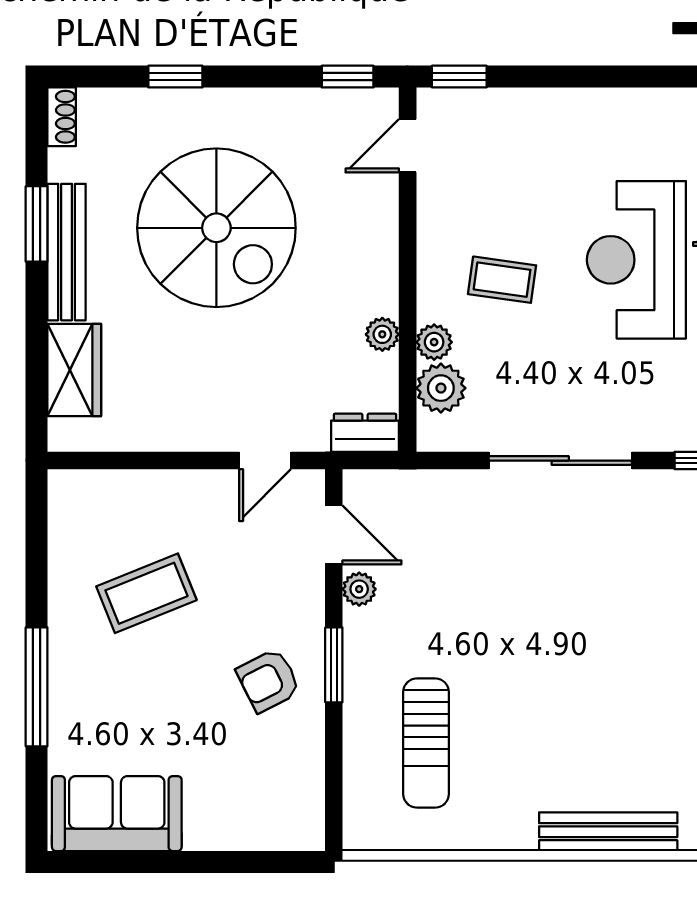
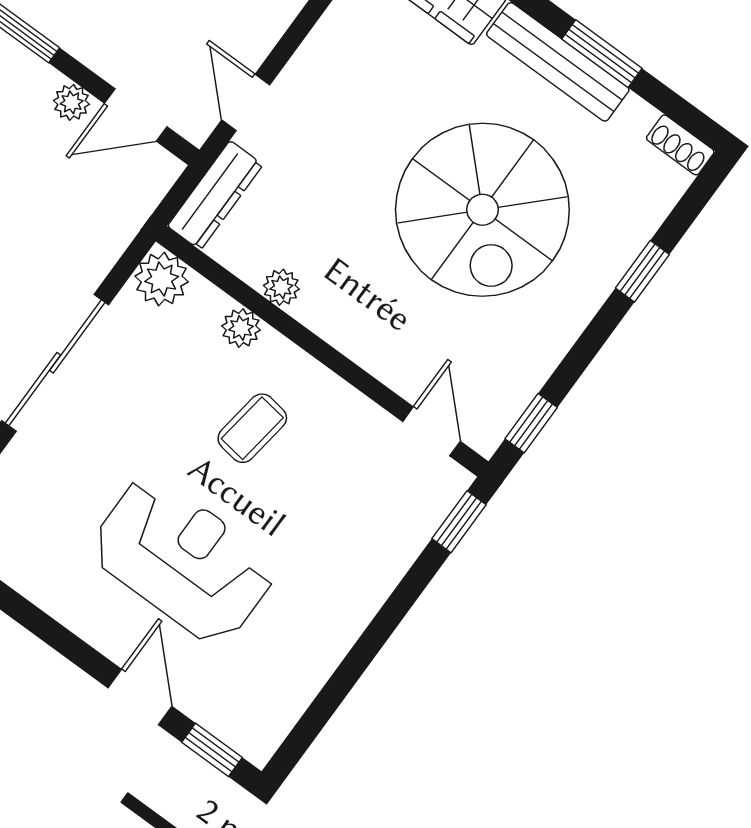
spiral stairs: (216, 228) -> (482, 210), turned -90
plant: (441, 388) -> (162, 279), moved
dresser: (365, 433) -> (215, 195), width x1.44

